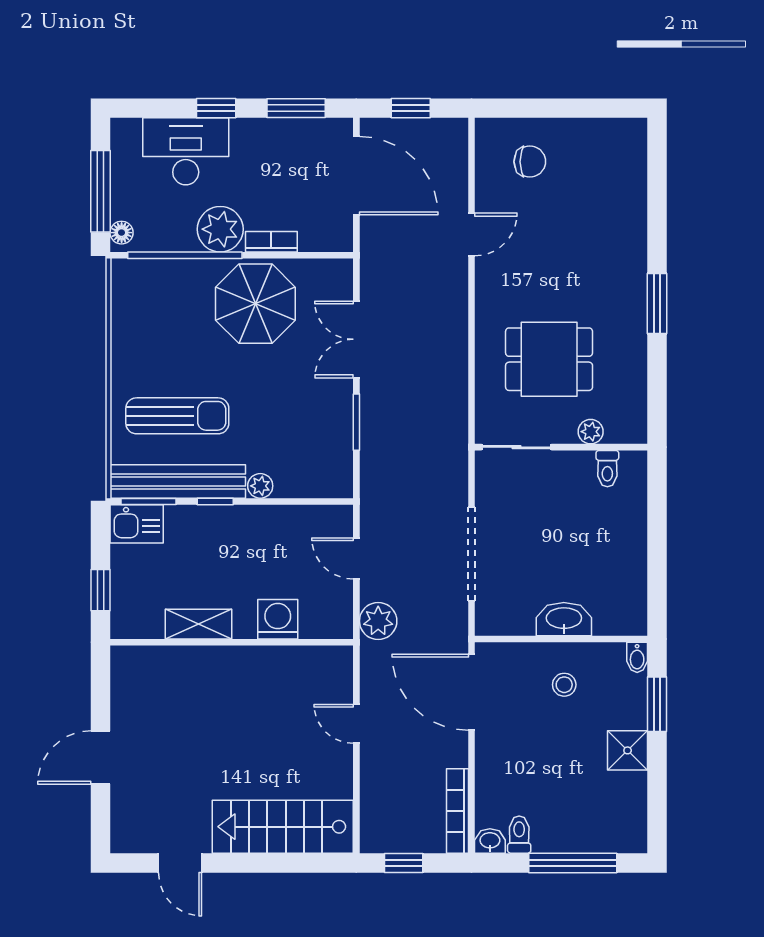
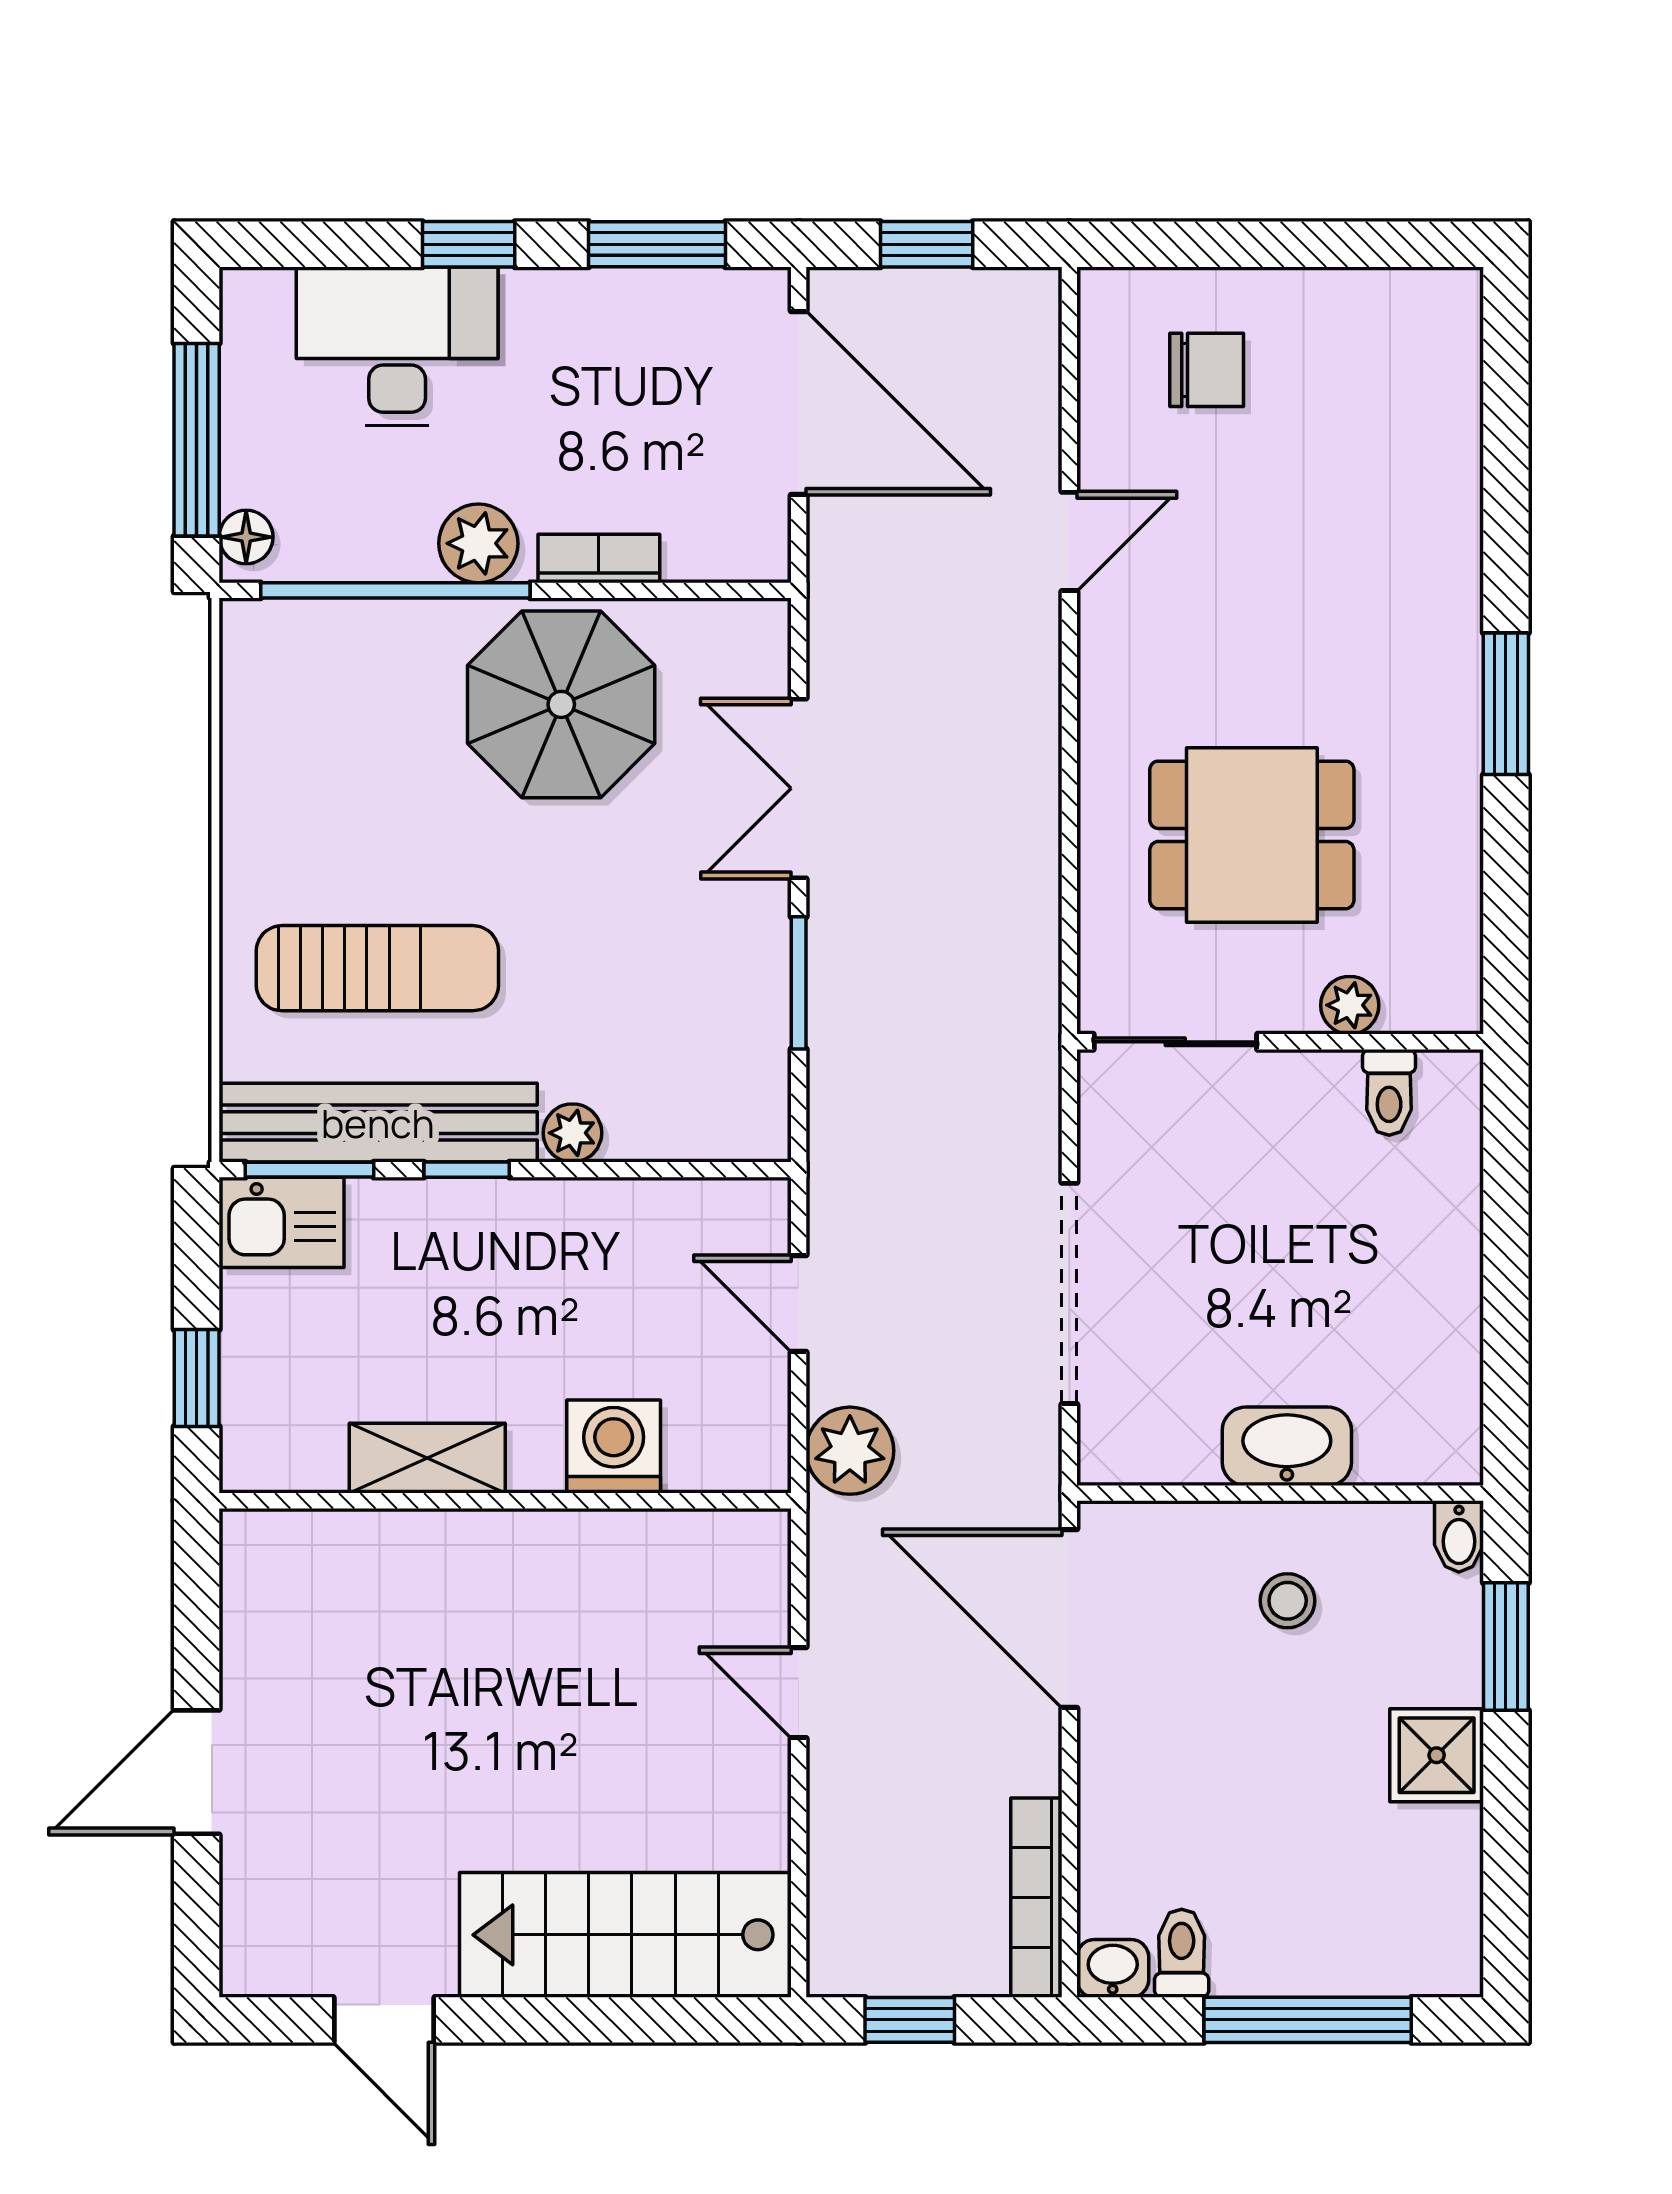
plant: (220, 229) -> (478, 543), width x0.73, depth x0.73

